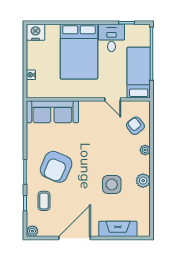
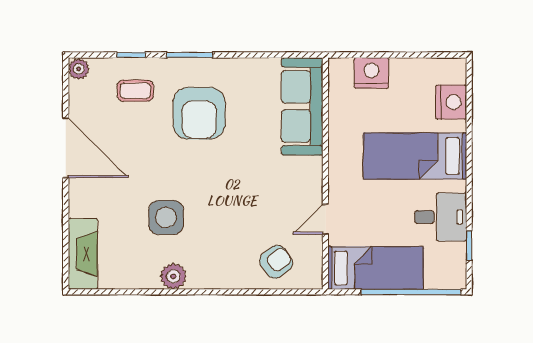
nightstand: (35, 32) -> (451, 102), moved
bed: (79, 52) -> (415, 156), width x0.67
nightstand: (31, 75) -> (371, 73), width x1.89, depth x1.79
plant: (145, 150) -> (231, 280), removed
armchair: (56, 167) -> (199, 113), turned -113
fireplace: (118, 229) -> (83, 254), moved

